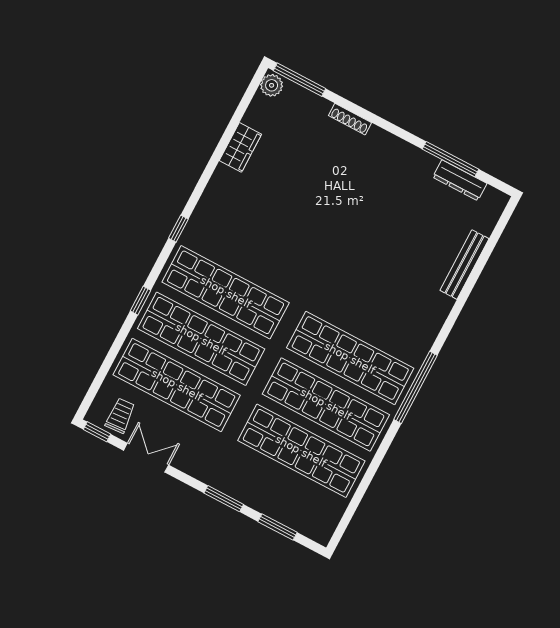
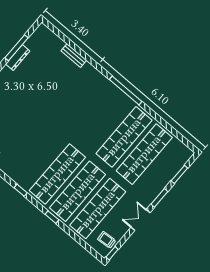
dresser: (460, 180) -> (18, 58), moved
bench: (464, 265) -> (74, 56), width x0.73
shop shelf: (350, 358) -> (104, 120), removed
double door: (146, 458) -> (140, 220), moved

